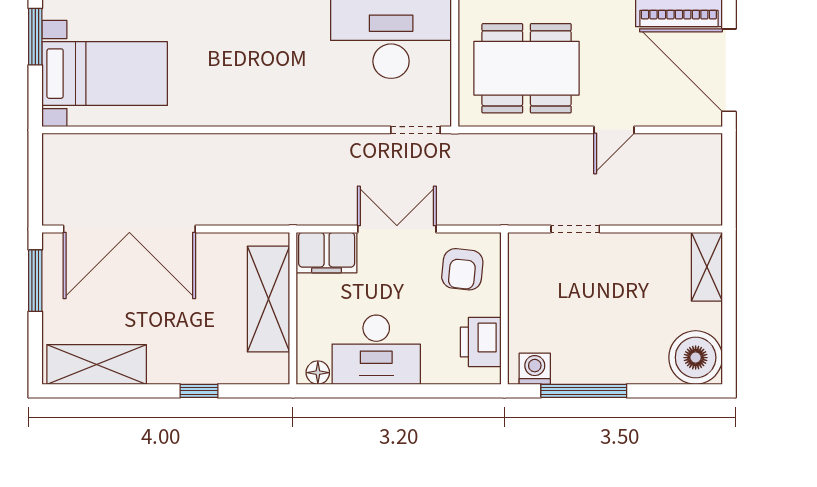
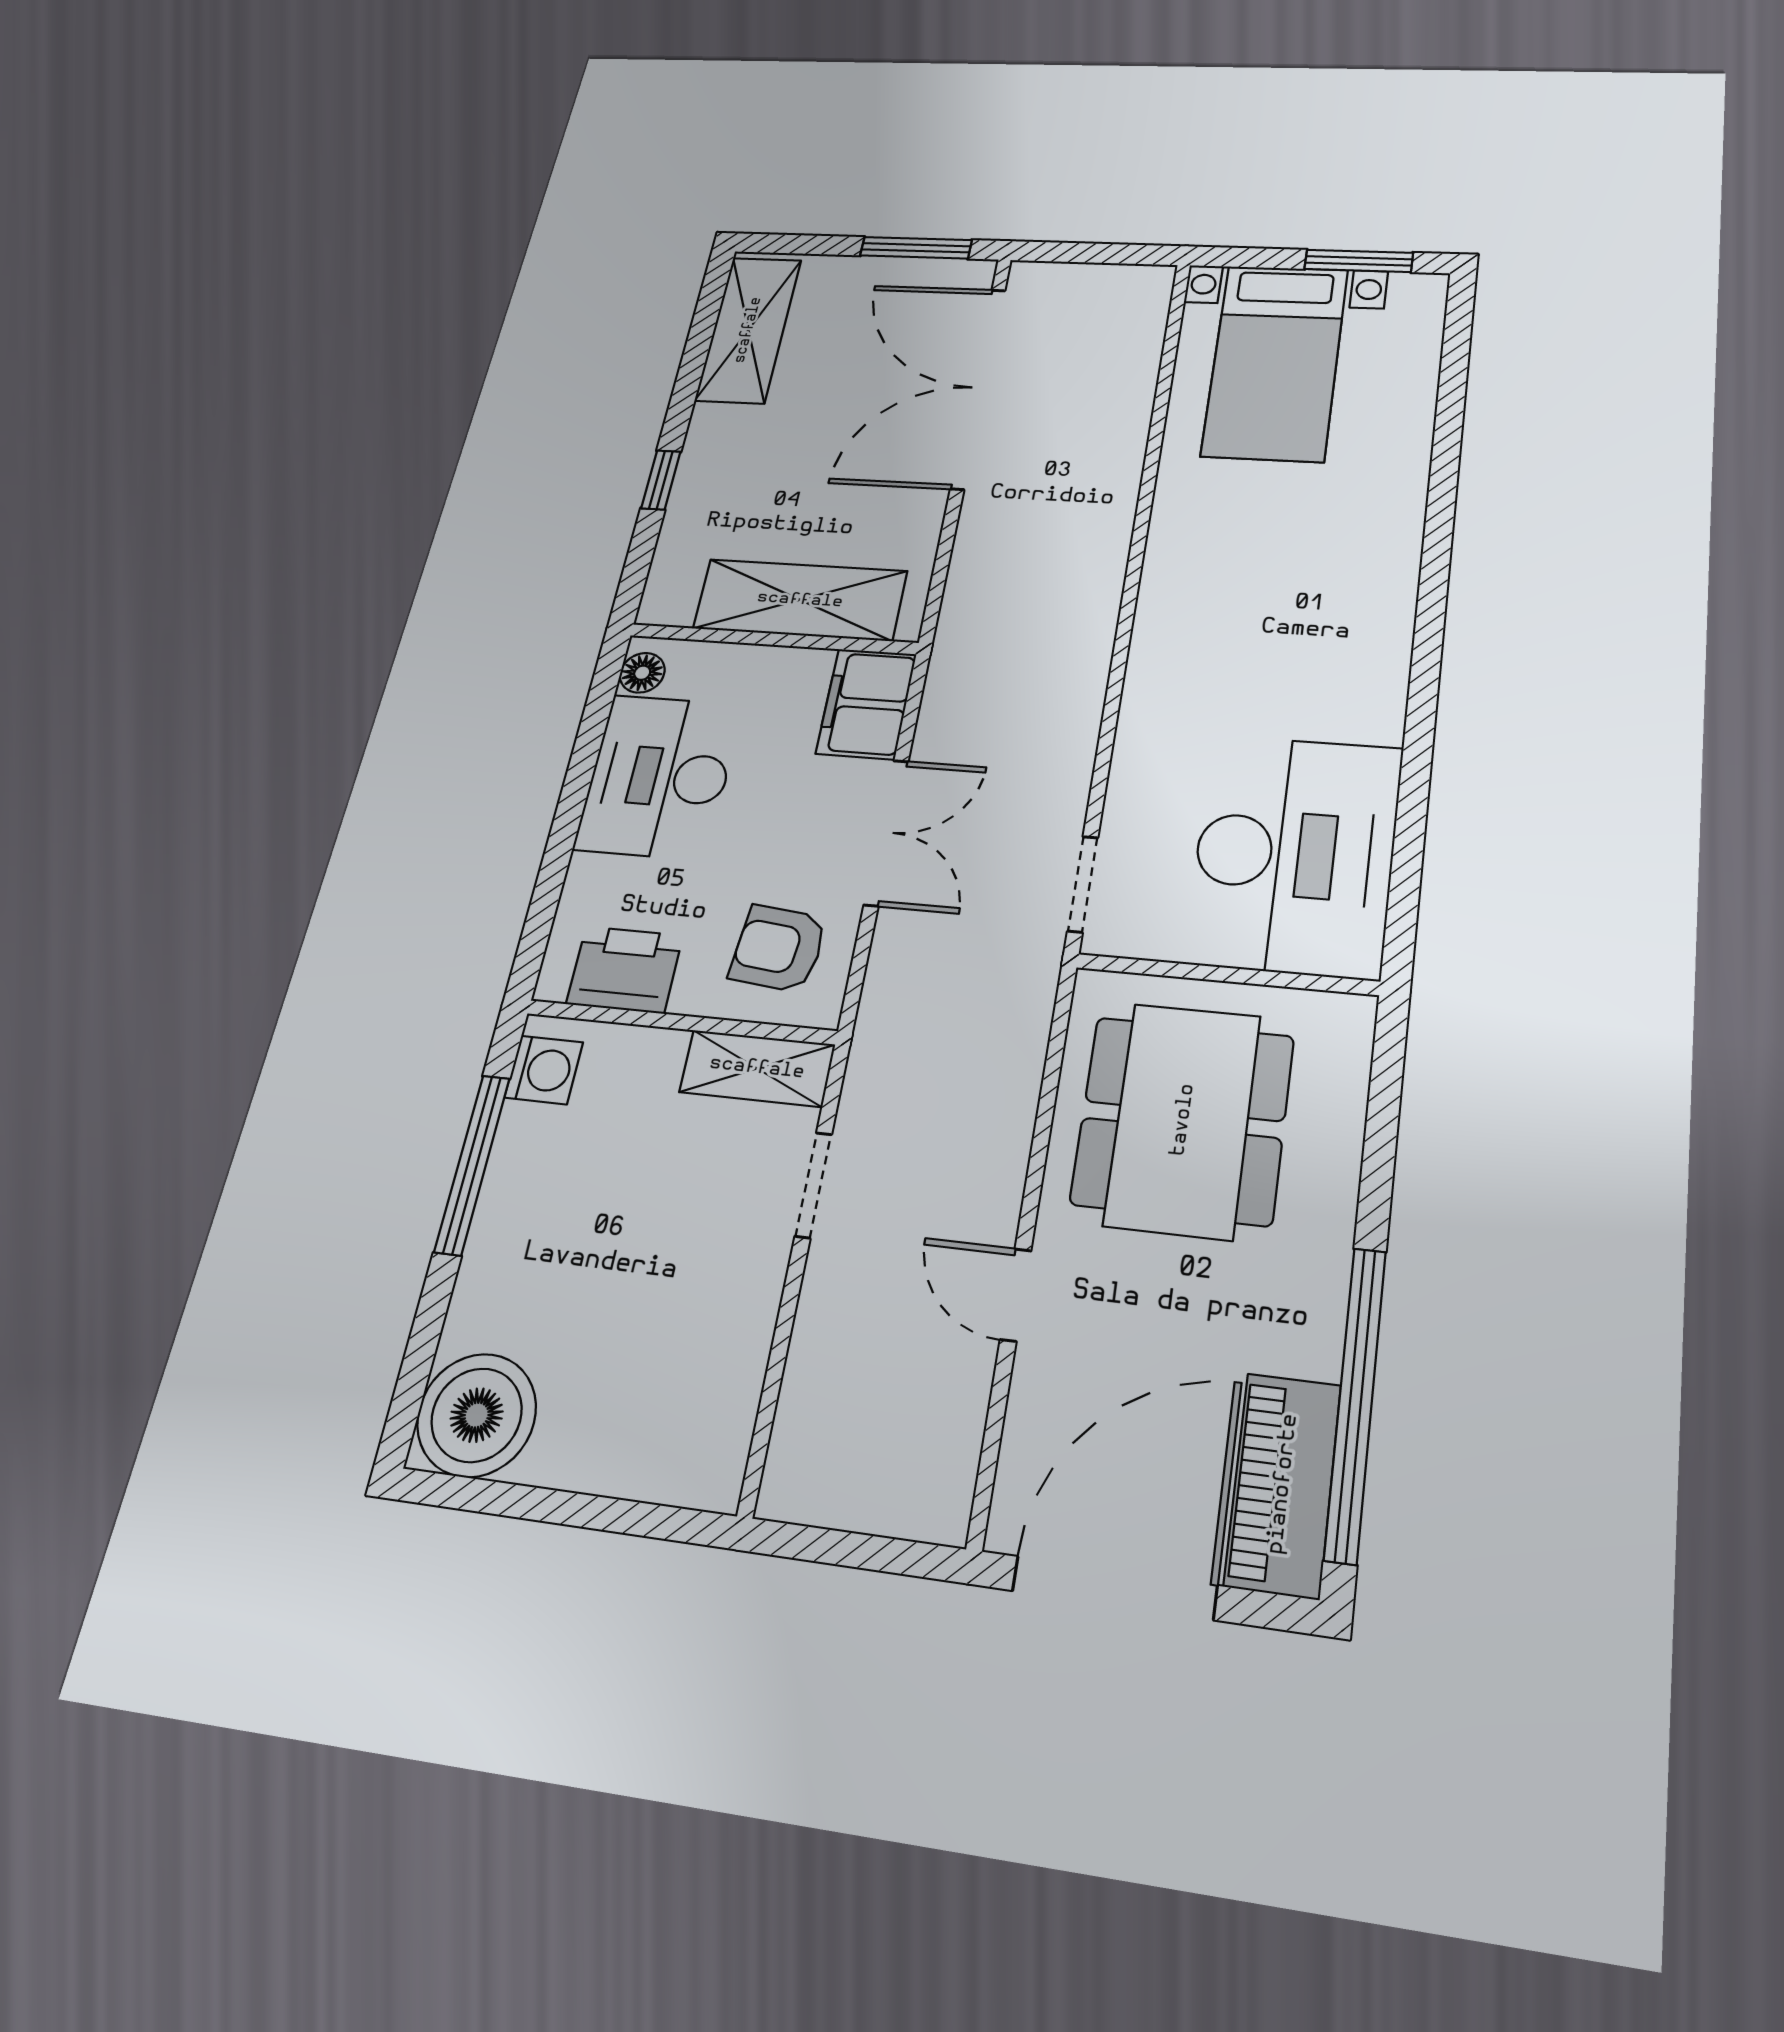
shelving: (707, 267) -> (757, 1068), moved

